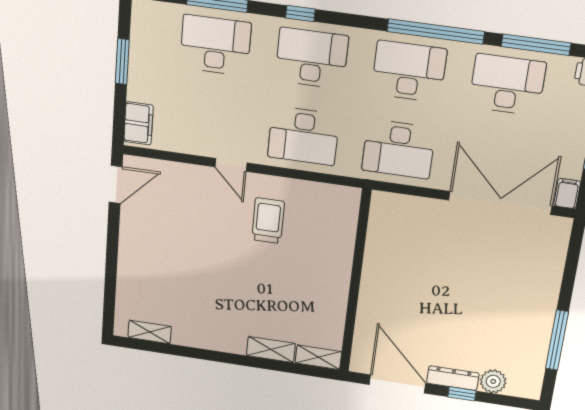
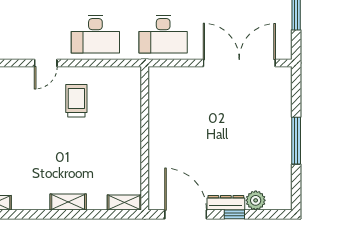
door: (231, 165) -> (46, 63), hinge flipped
filing cabinet: (567, 193) -> (284, 49), removed
window: (557, 340) -> (296, 141), moved
shelving: (271, 350) -> (68, 202), moved

